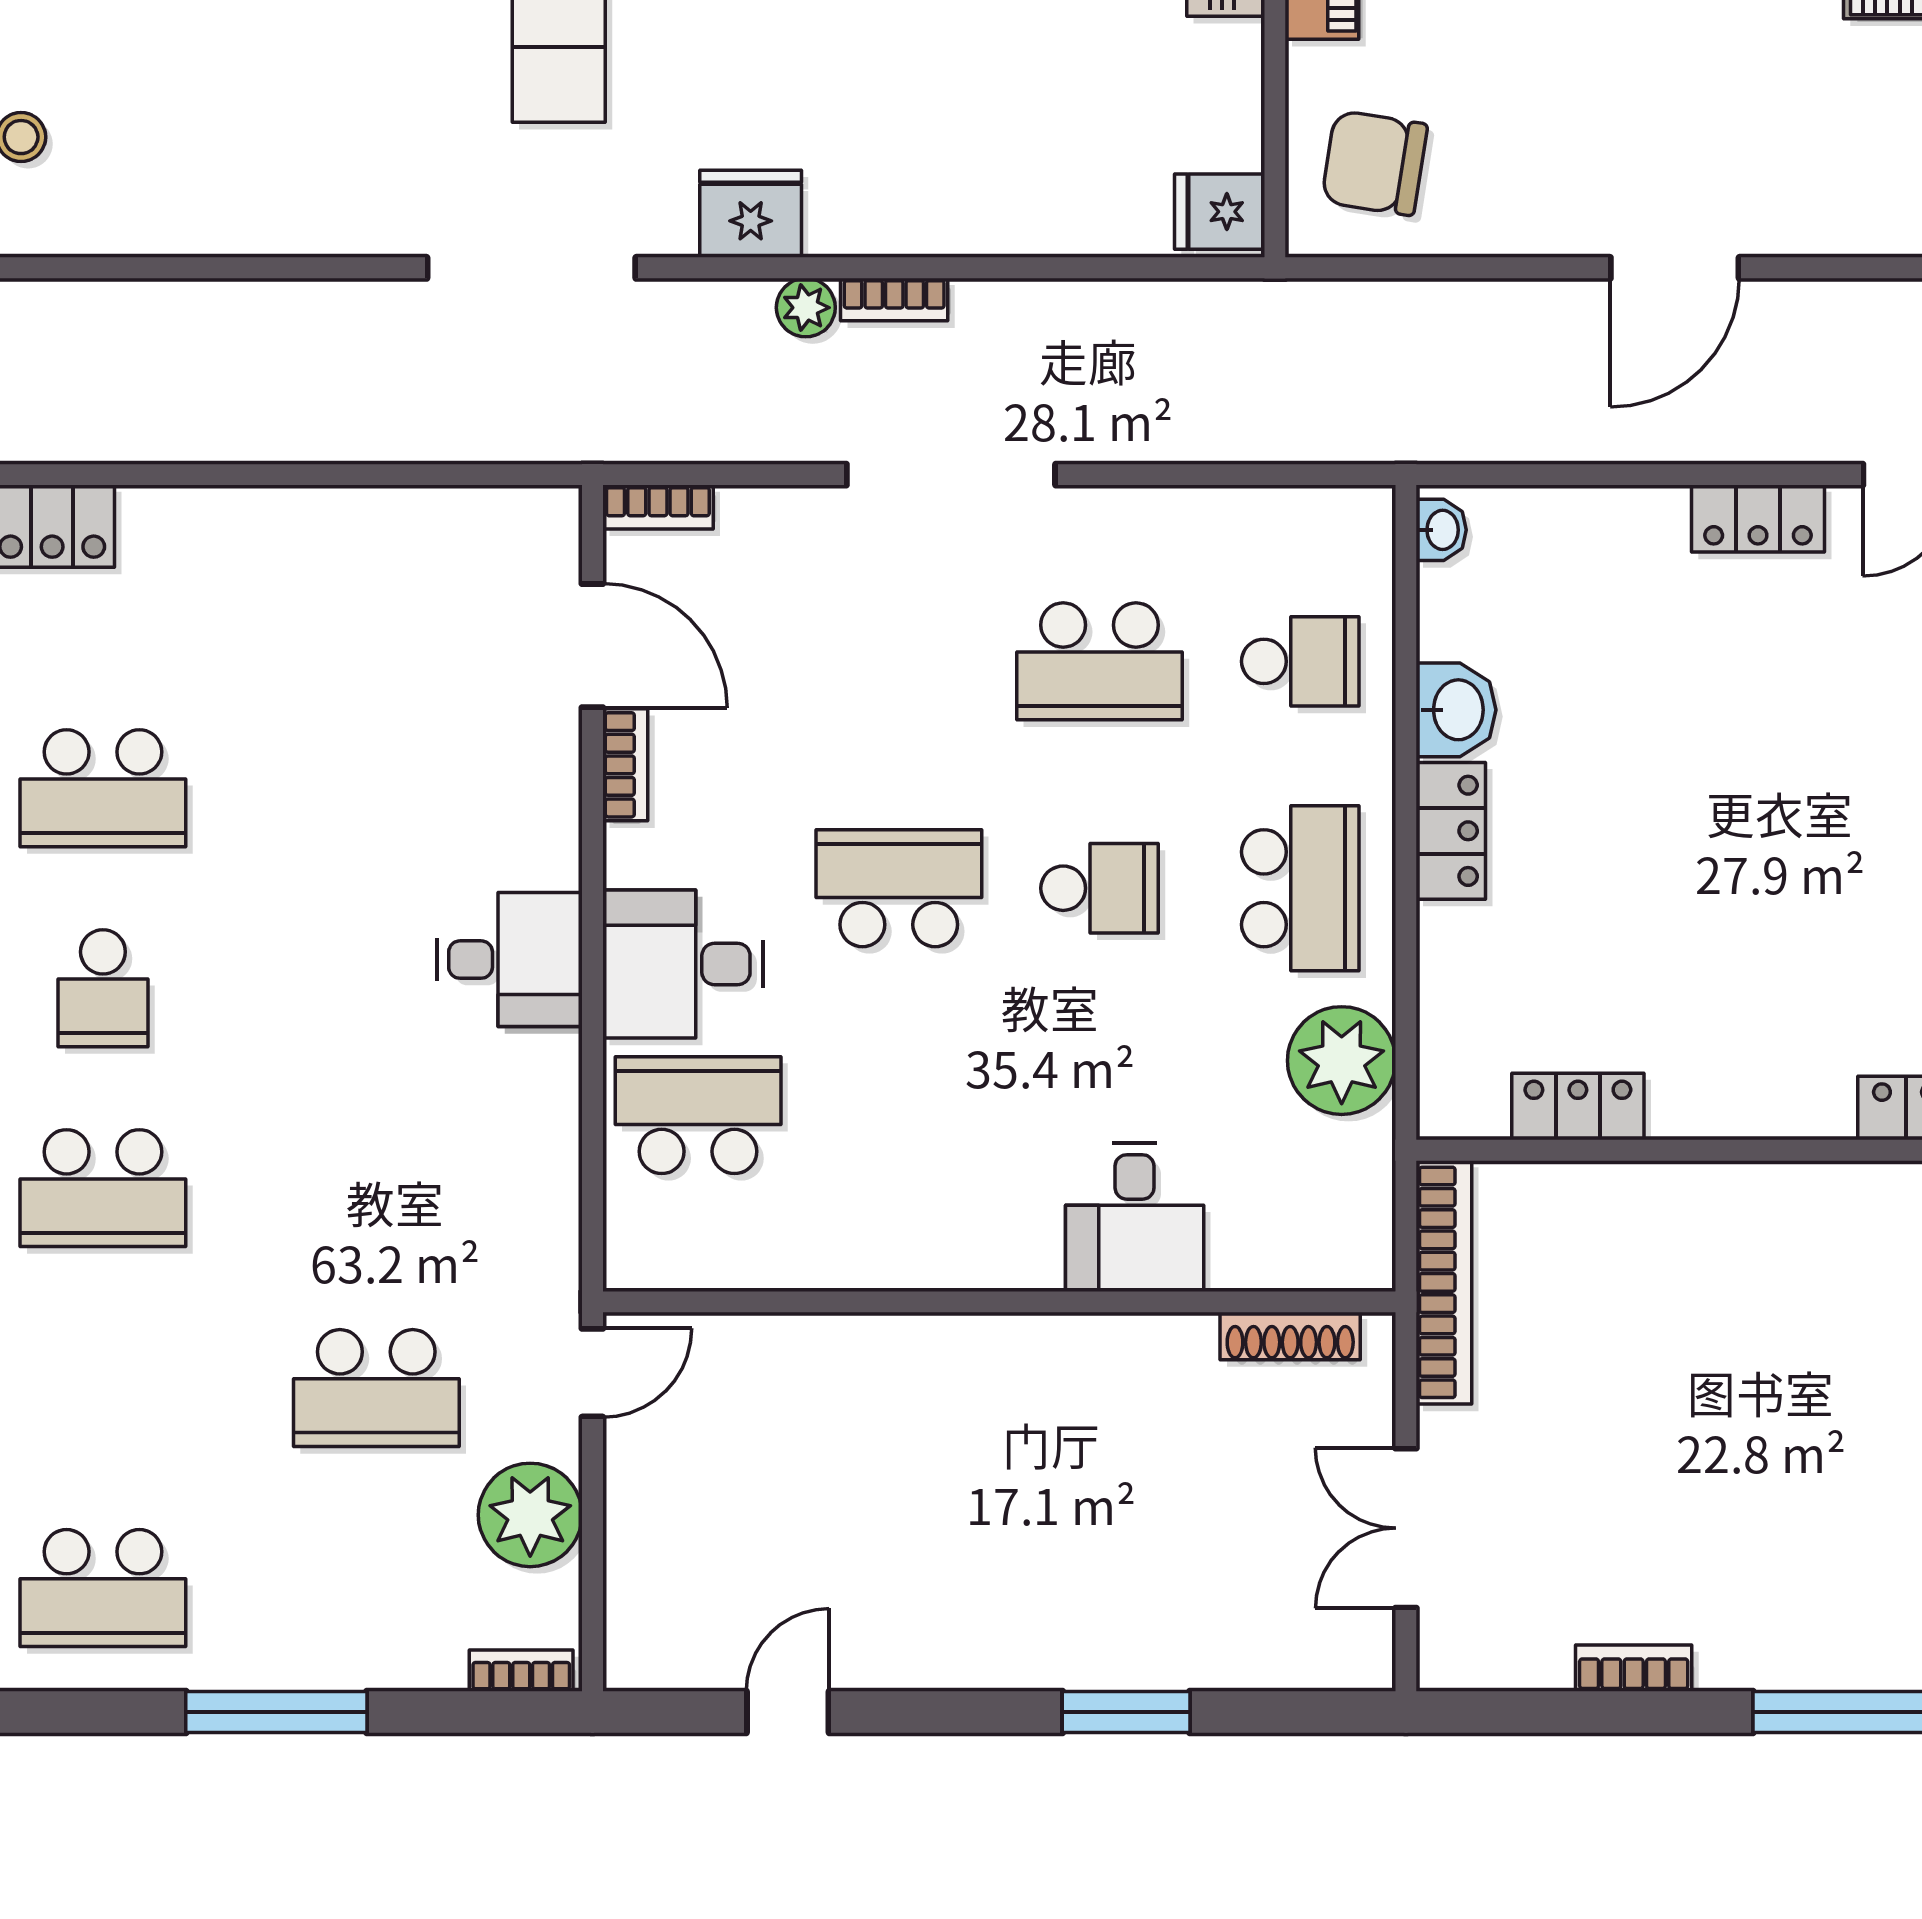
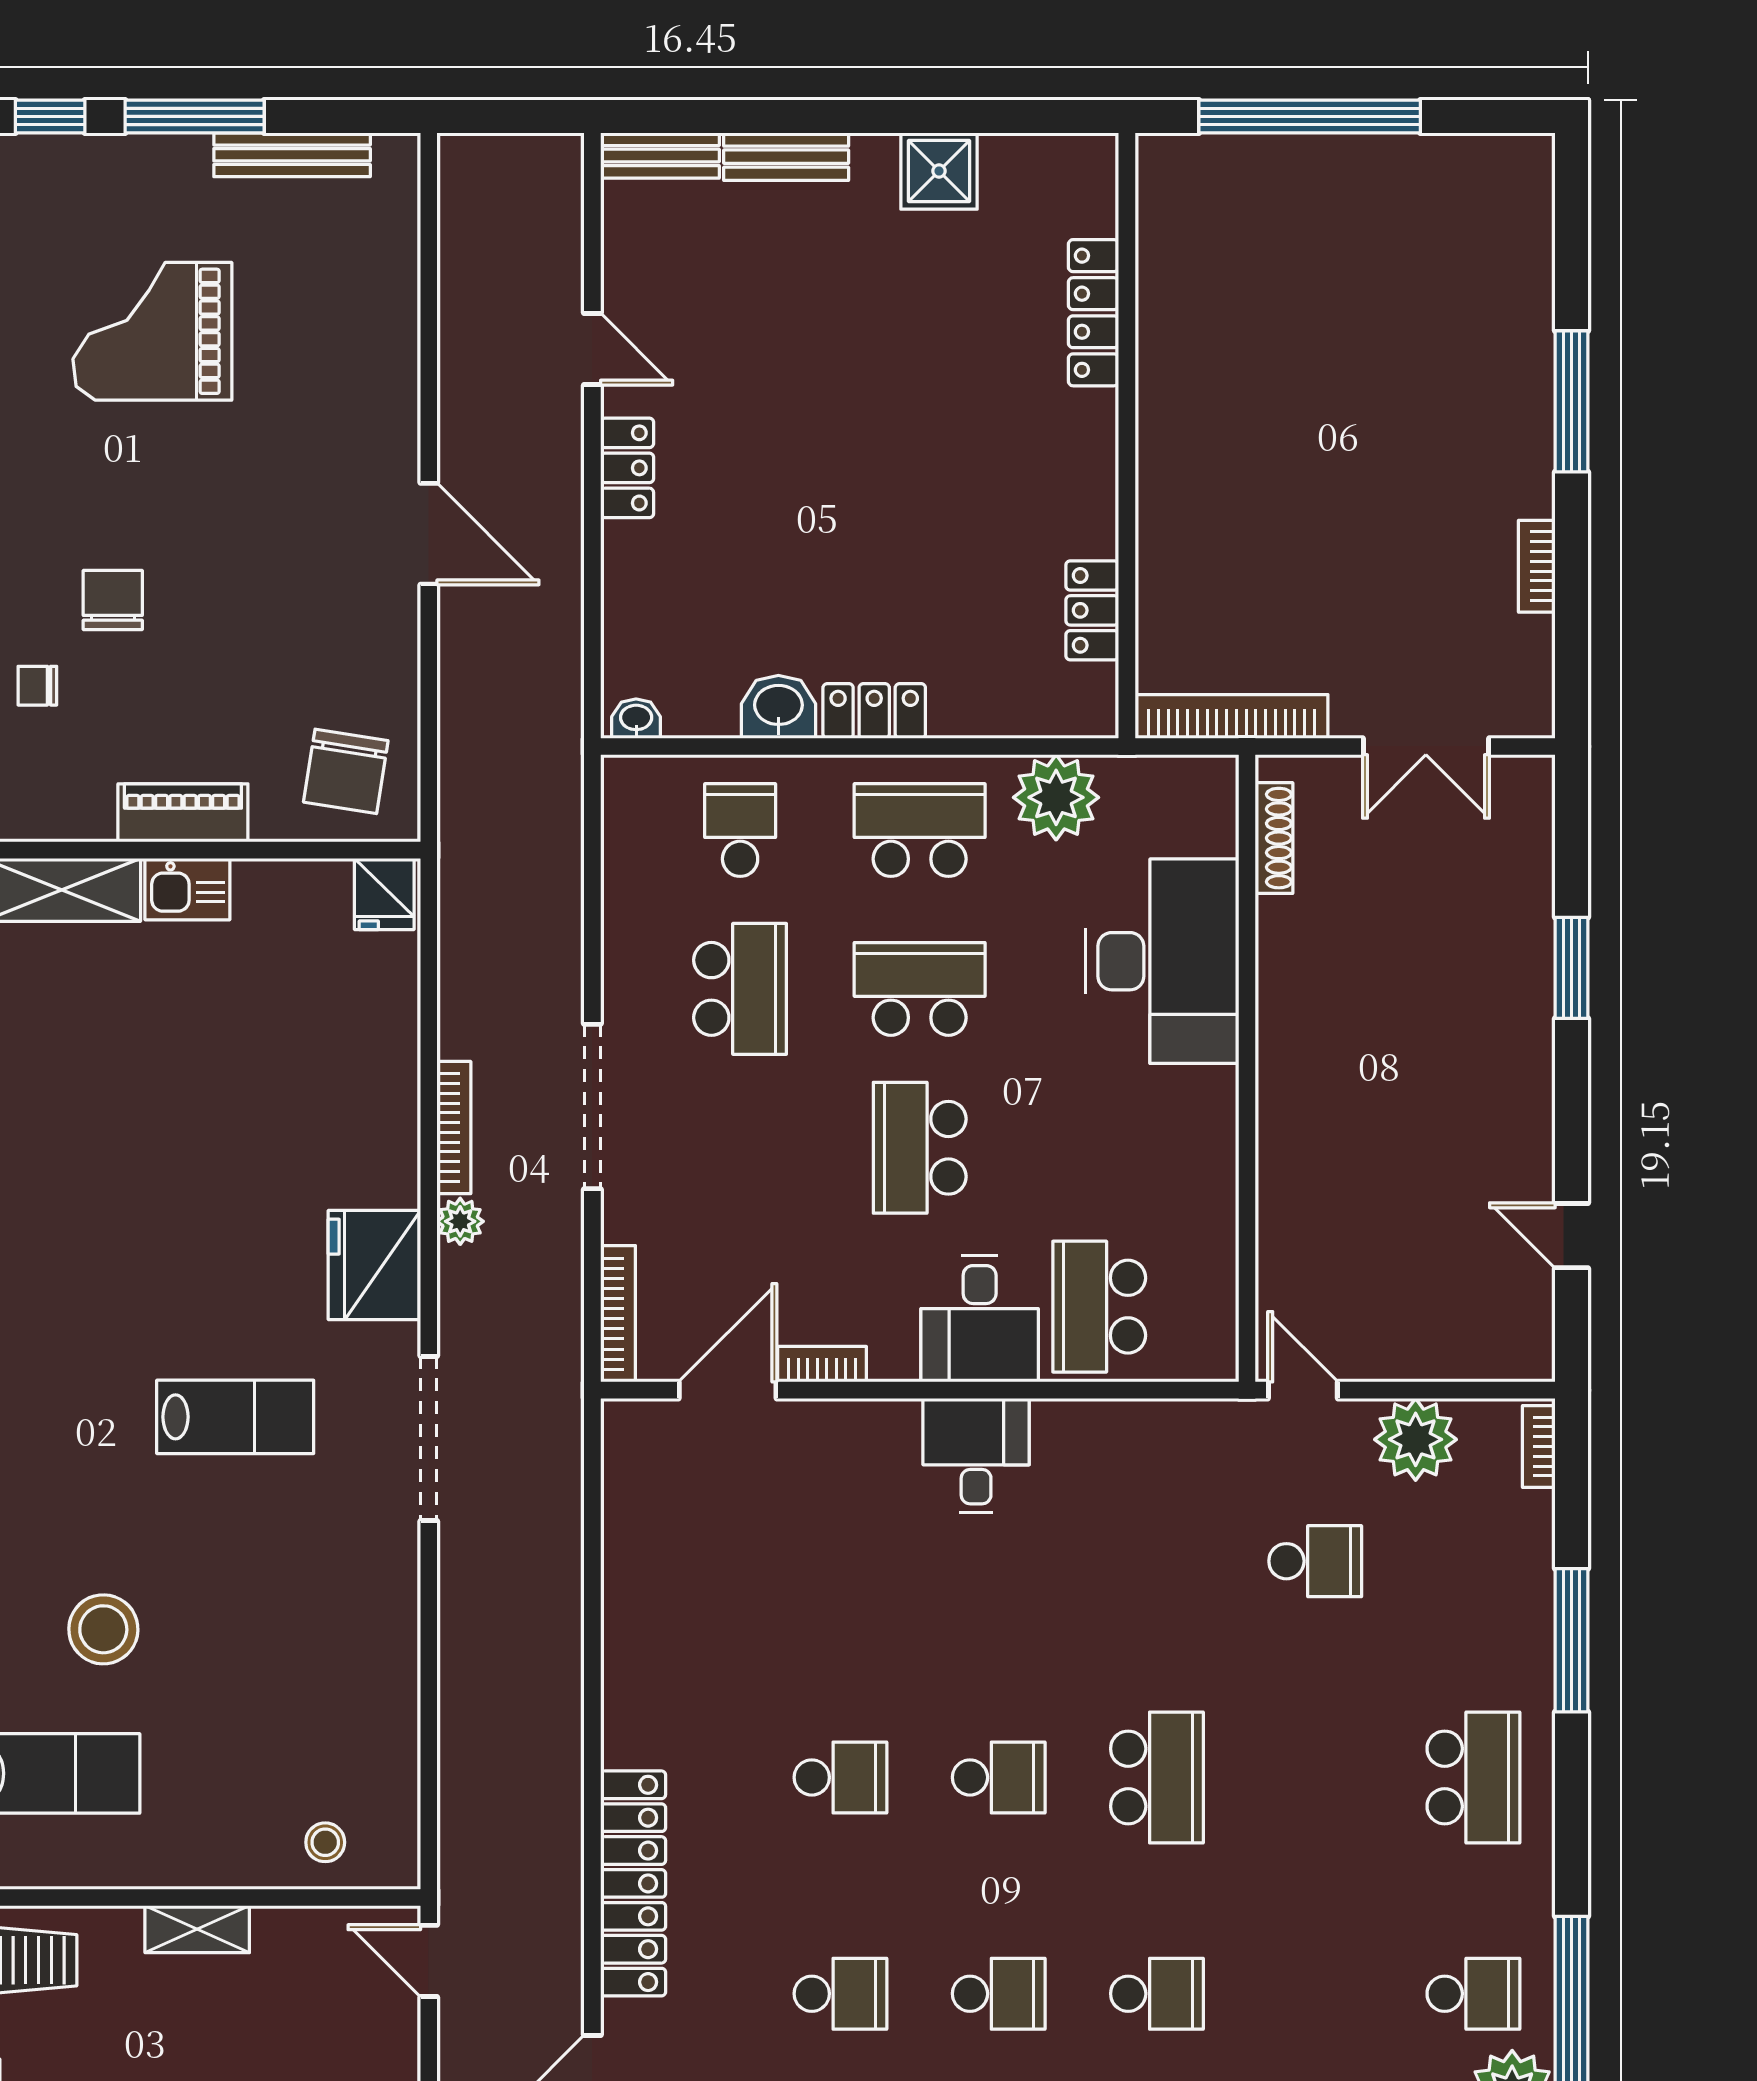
fridge: (751, 214) -> (374, 1265), width x1.36, depth x1.34
bookcase: (894, 300) -> (454, 1128), width x1.56
bookcase: (658, 507) -> (618, 1314), width x1.56
school desk: (103, 788) -> (840, 1777), width x0.54
school desk: (1100, 888) -> (920, 989), width x1.85
desk: (1135, 1217) -> (1162, 961), width x1.87, depth x1.30
school desk: (376, 1388) -> (1315, 1561), width x0.54

